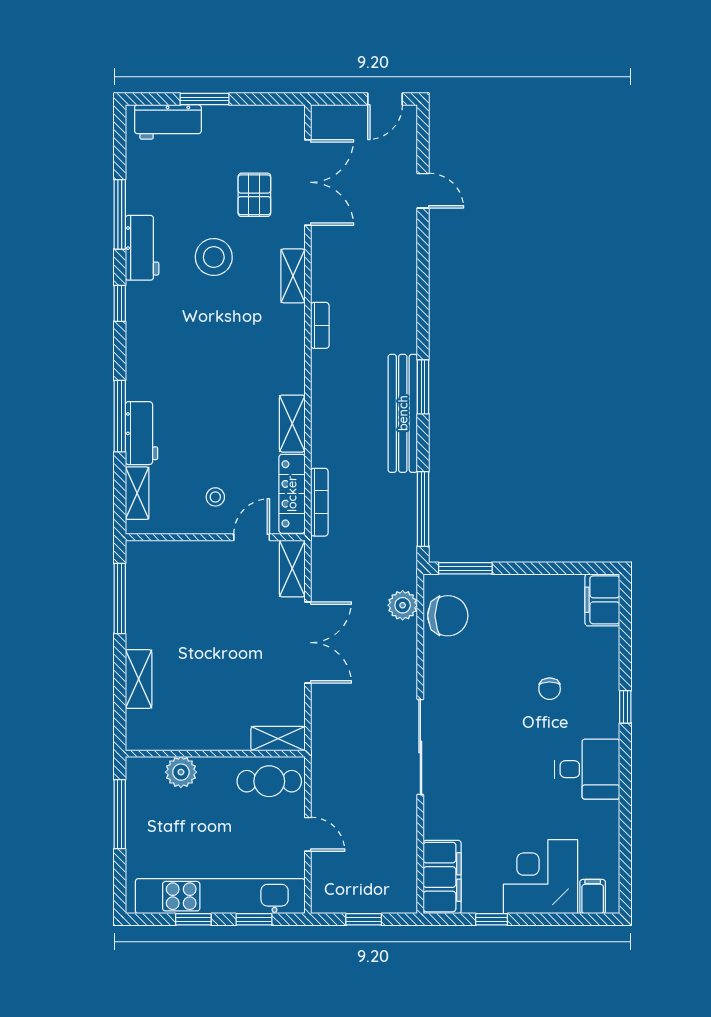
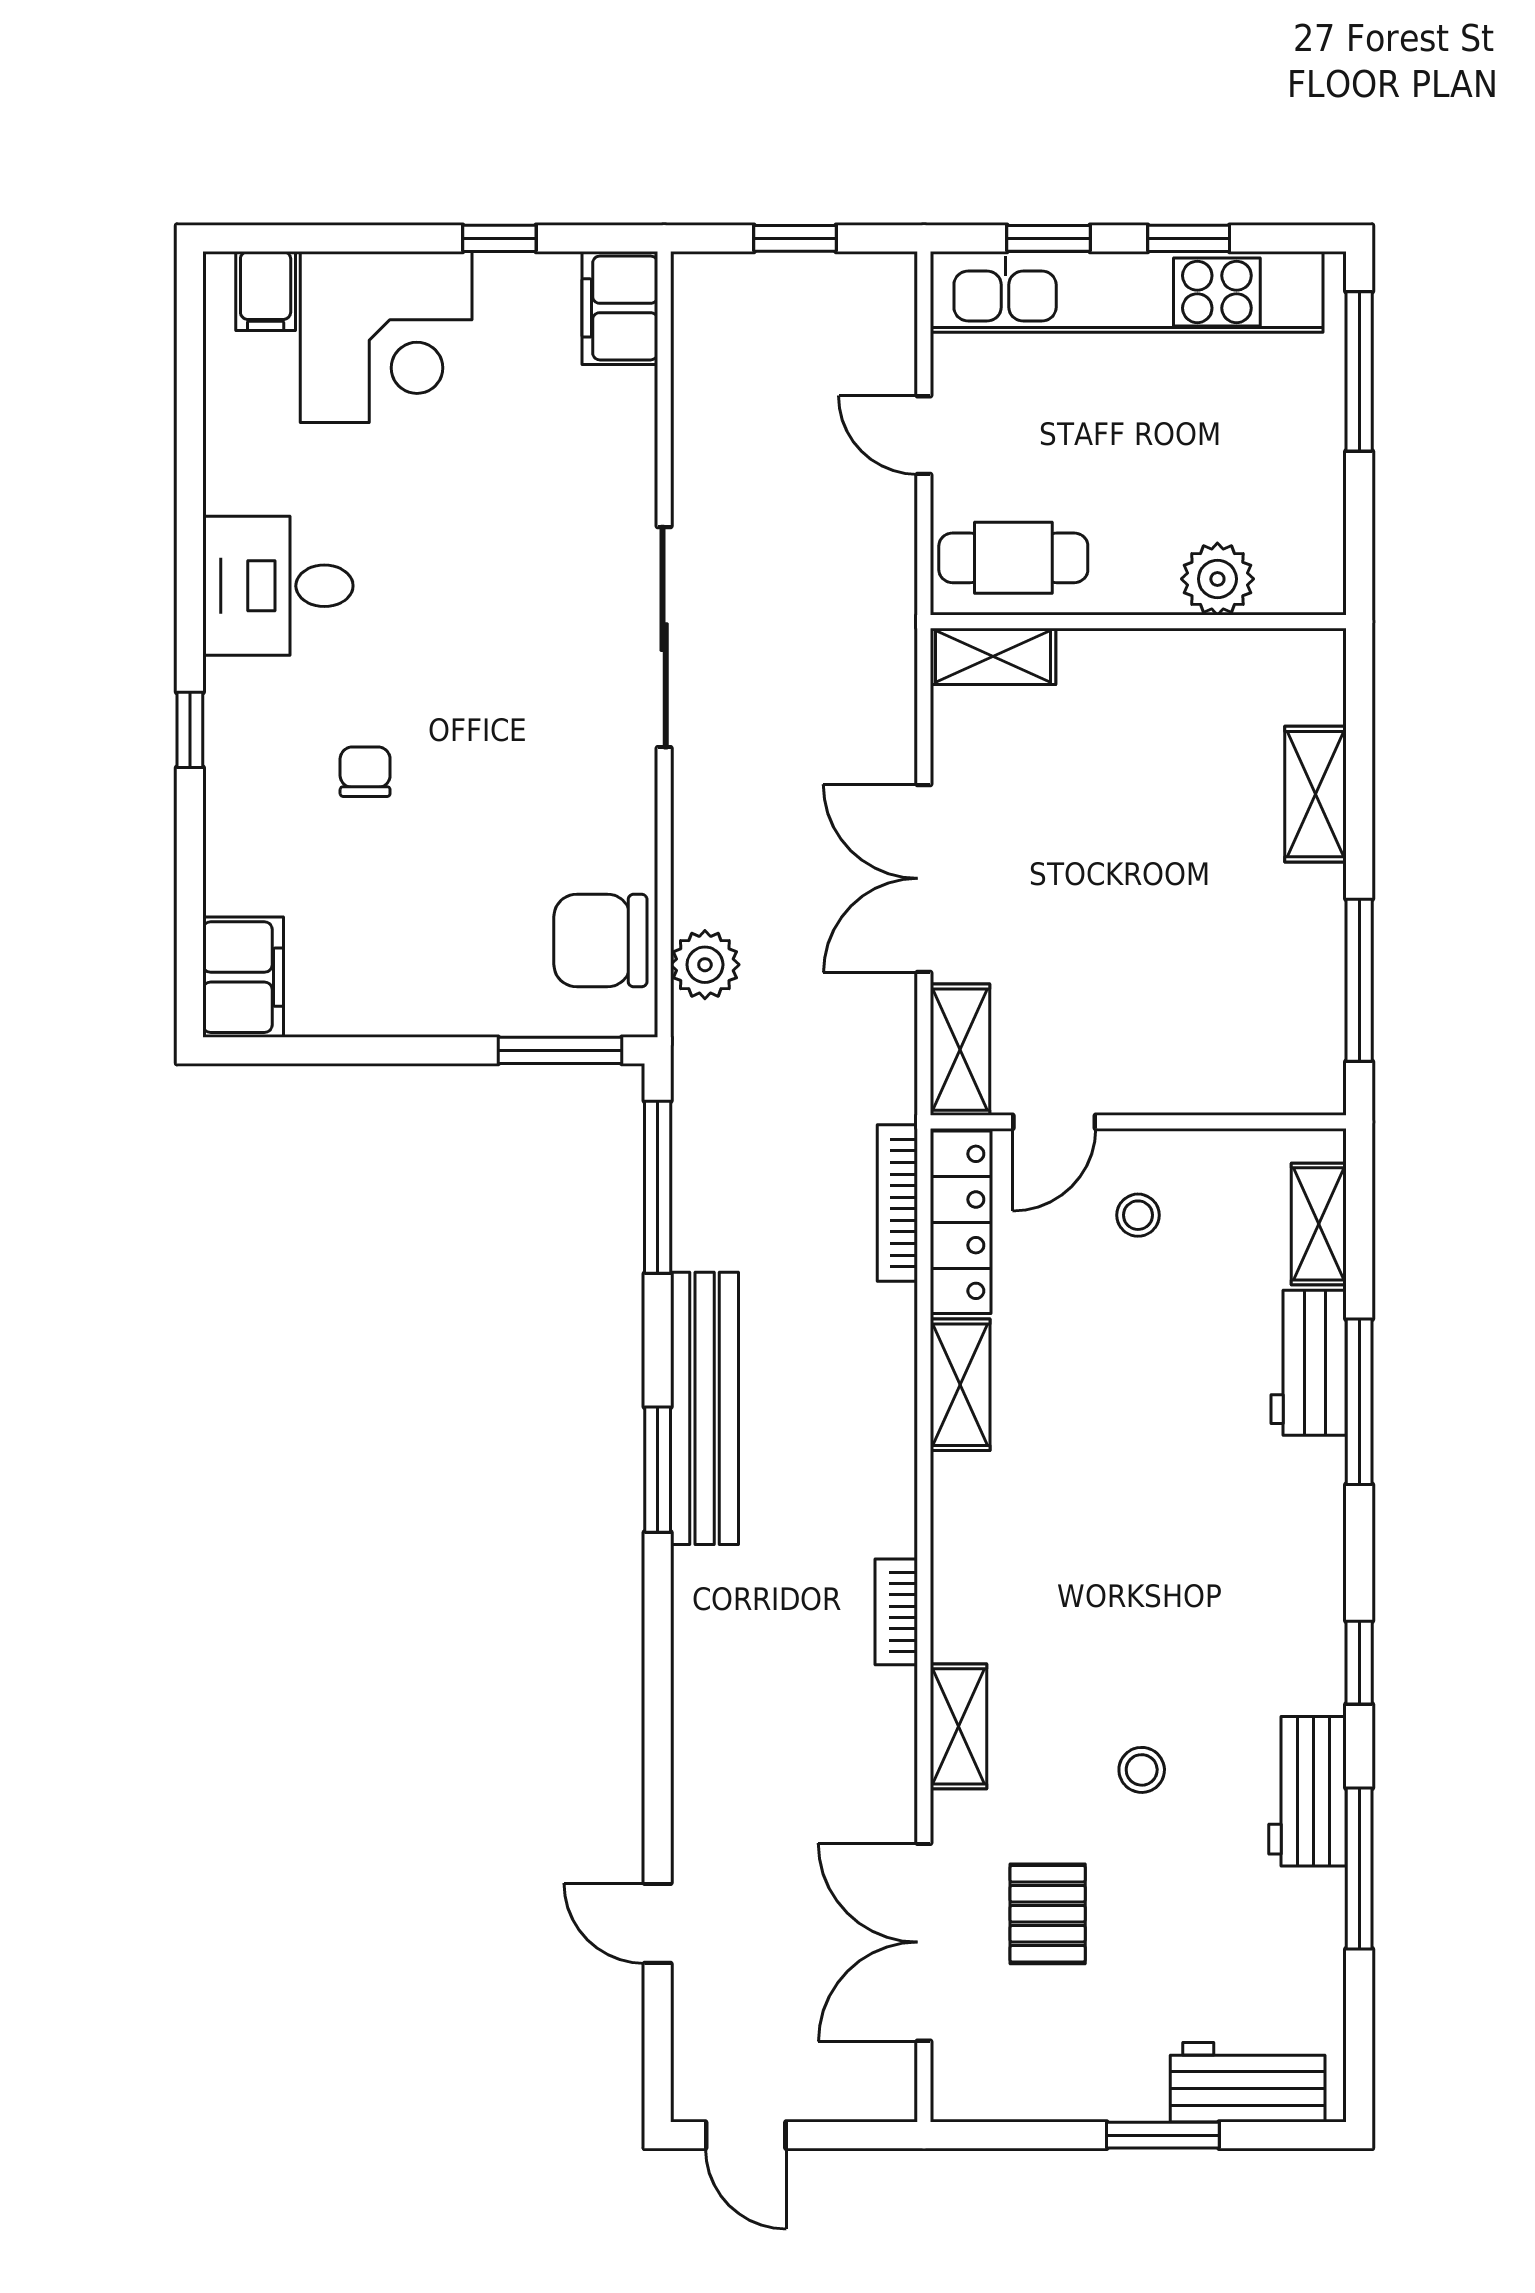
door: (385, 99) -> (746, 2135), swing flipped
stool: (214, 257) -> (1142, 1770), width x0.53, depth x0.53
window: (120, 814) -> (1359, 371), moved
filing cabinet: (442, 877) -> (620, 308), width x0.67, depth x0.86

